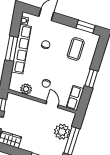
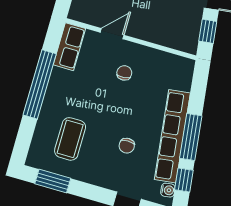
window: (16, 26) -> (184, 180), added
window: (91, 78) -> (40, 84), width x2.11
plant: (26, 89) -> (162, 61), removed
door: (52, 104) -> (112, 34), swing flipped

